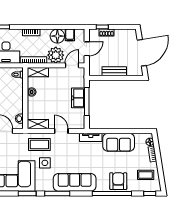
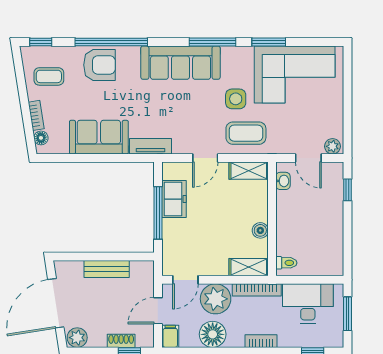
plant: (130, 34) -> (77, 338), added
filing cabinet: (70, 35) -> (170, 336), moved
freezer: (78, 98) -> (174, 199), moved
door: (61, 131) -> (205, 158), hinge flipped
armchair: (118, 181) -> (99, 65), turned -90

